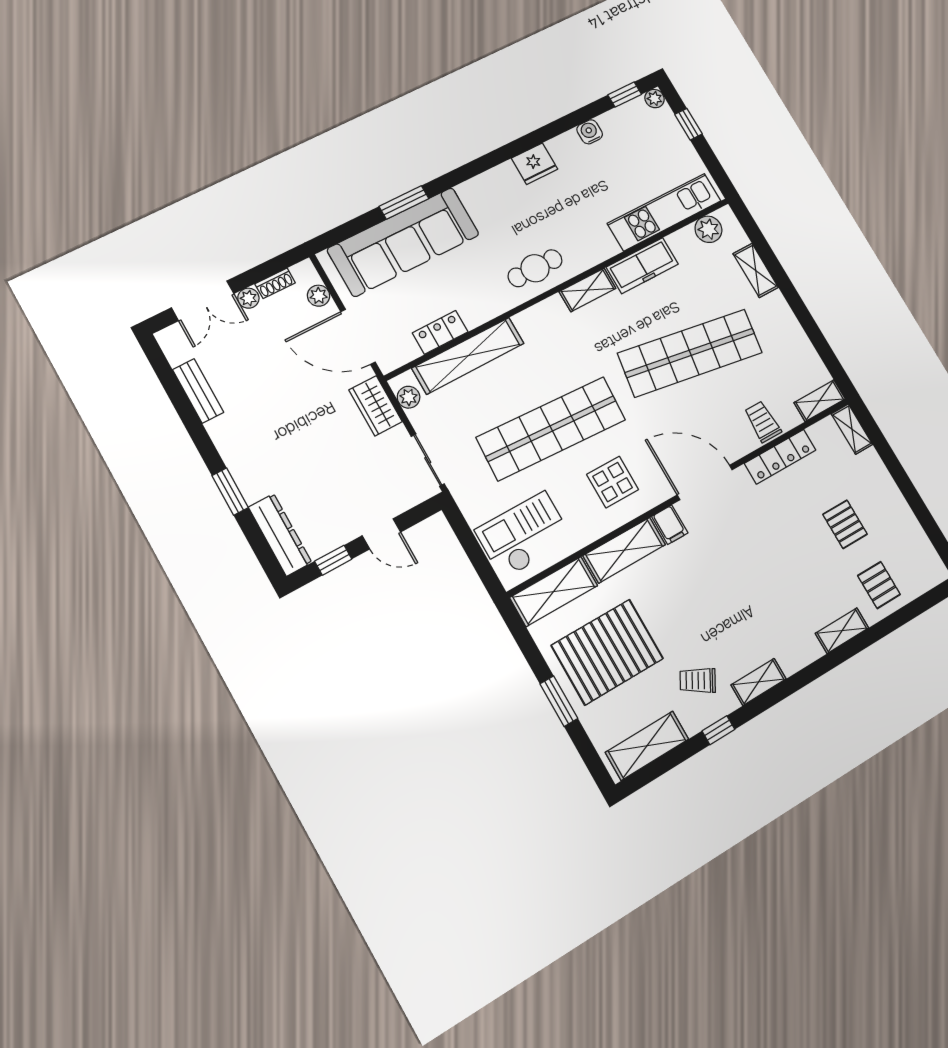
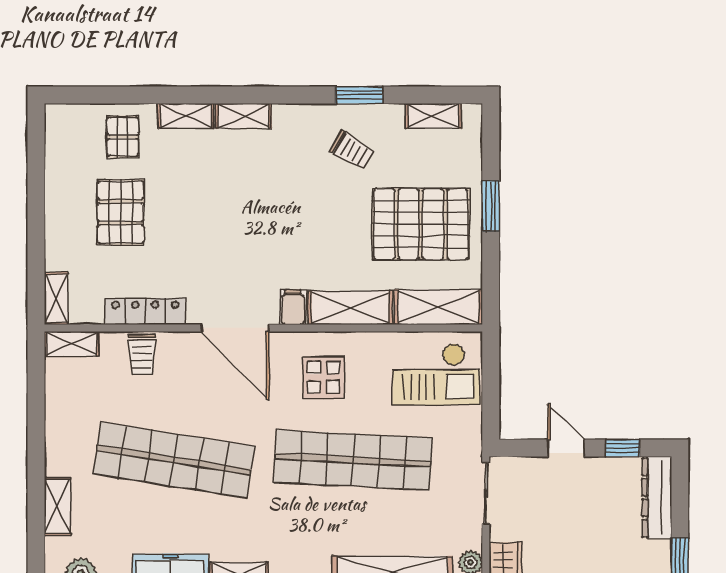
pallet: (845, 524) -> (121, 212), width x1.50, depth x1.42
shelving: (759, 682) -> (244, 116), moved
window: (718, 730) -> (359, 95), width x1.50
shelving: (647, 746) -> (434, 116), width x0.67, depth x0.75

